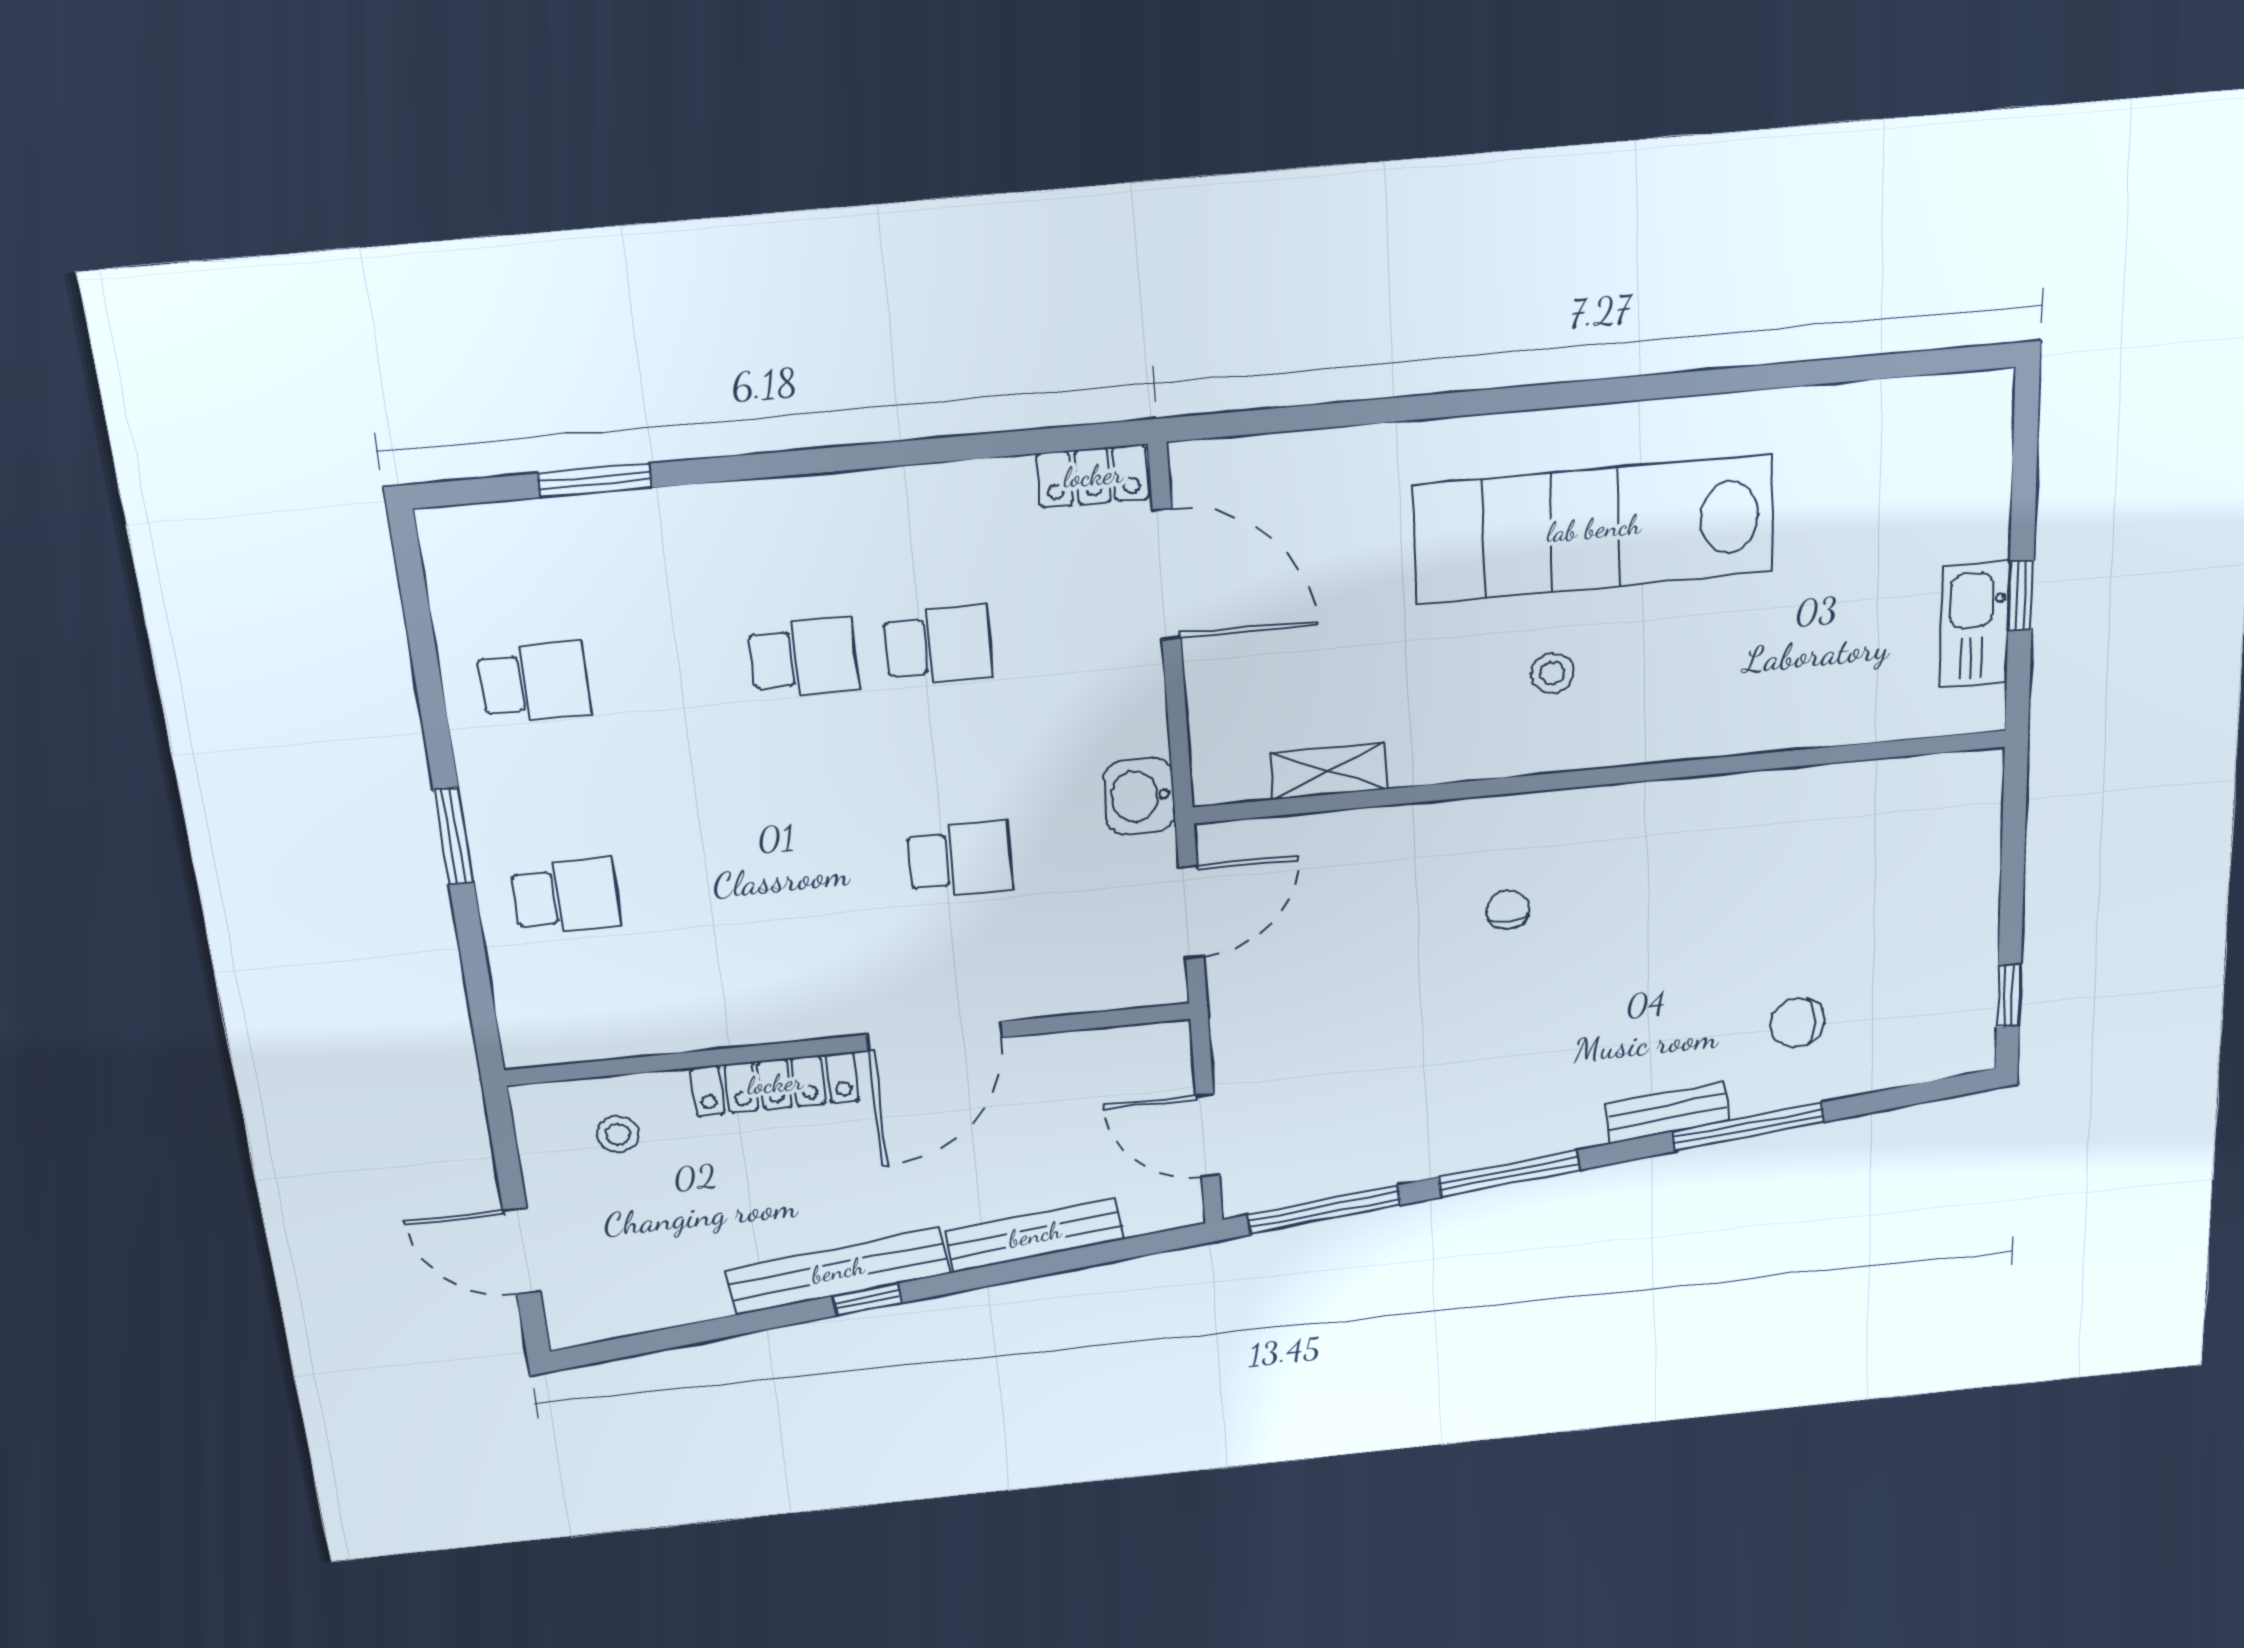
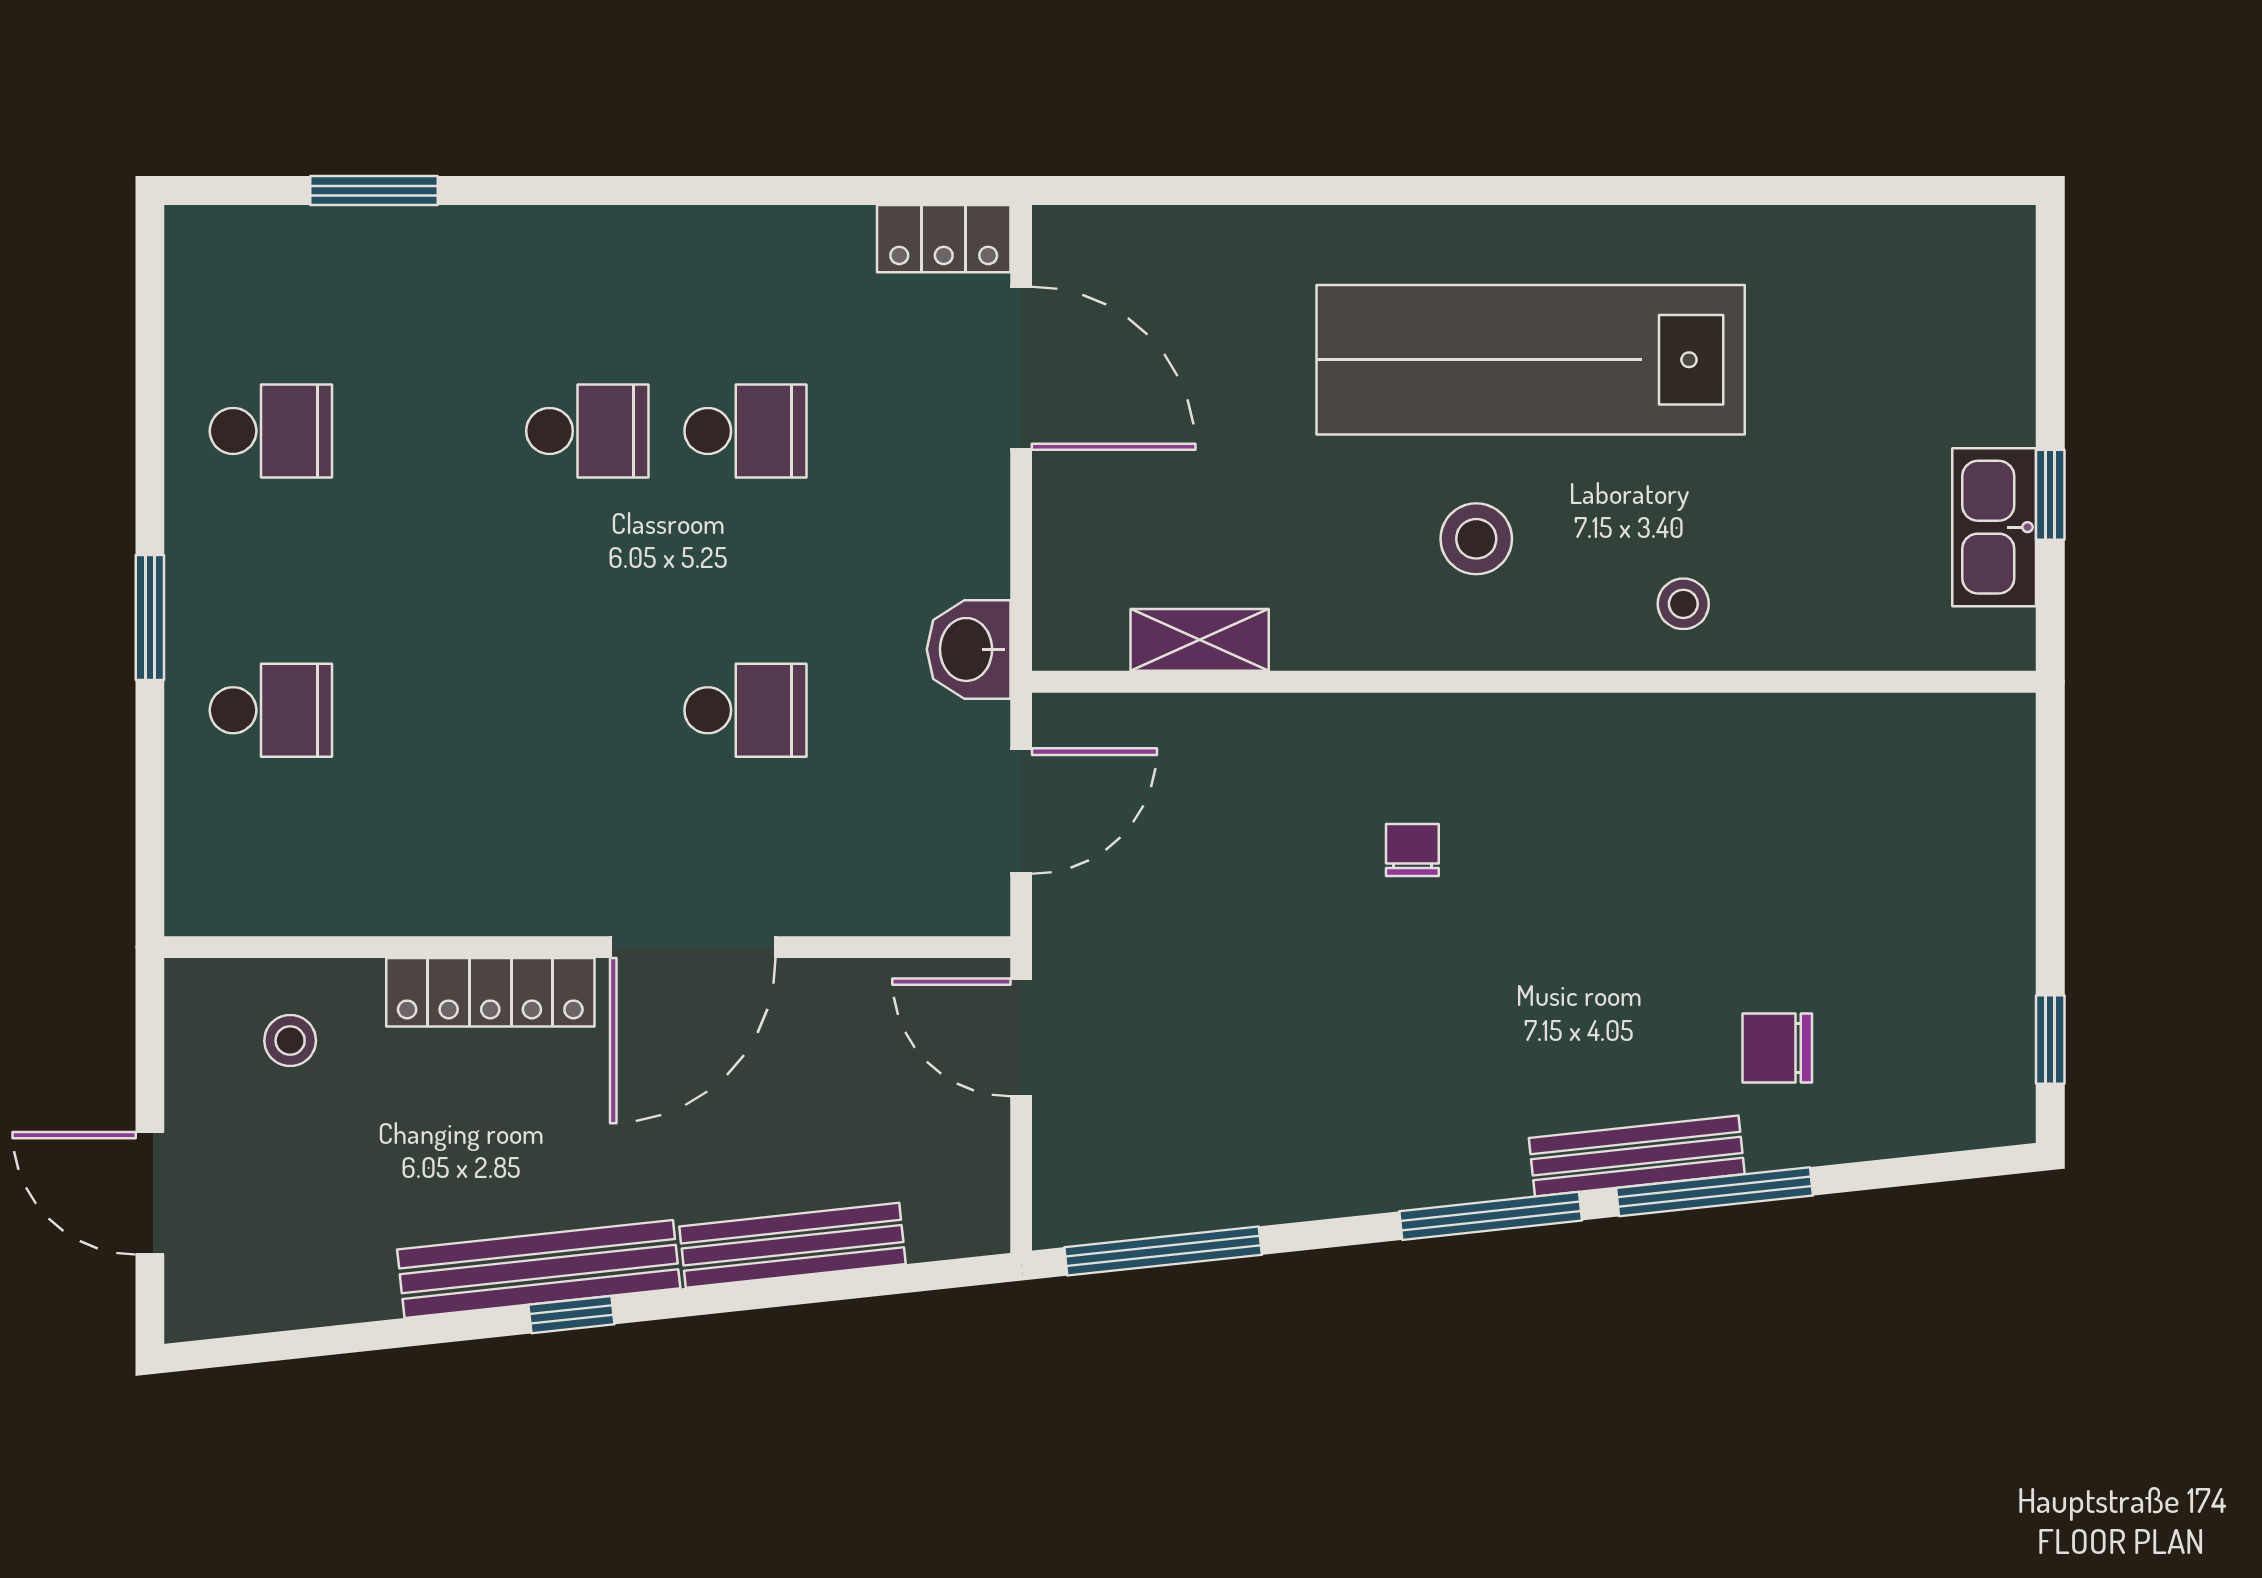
stool: (1552, 673) -> (1476, 539), width x1.37, depth x1.37
stool: (1722, 707) -> (1683, 604), added
bench: (1667, 1113) -> (1637, 1156), width x1.36
door: (1208, 1136) -> (1021, 1037), moved
window: (1509, 1174) -> (1491, 1216), moved

